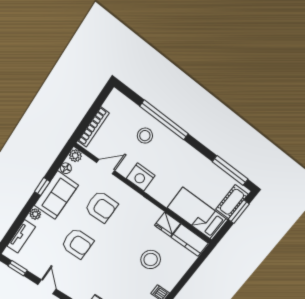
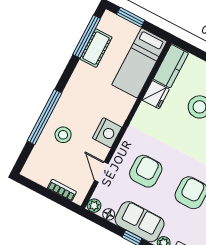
bookcase: (93, 127) -> (62, 190), width x0.64
cot: (232, 202) -> (96, 48), moved, turned 90

